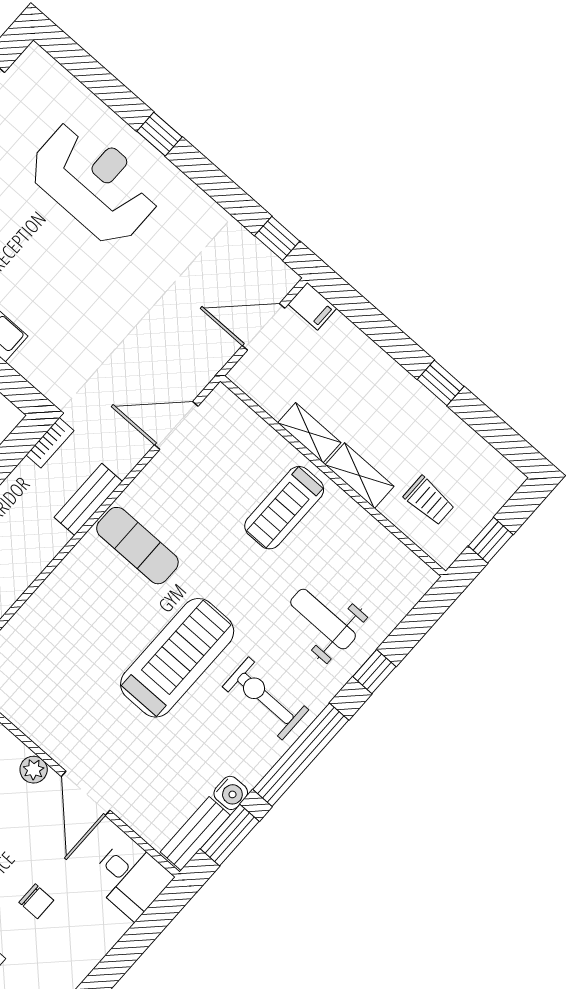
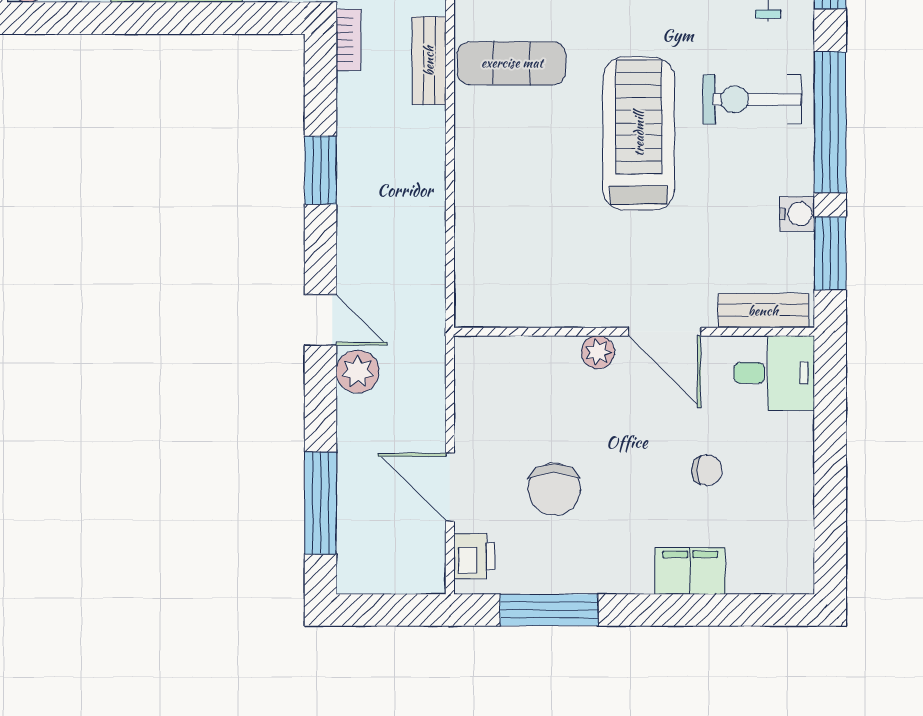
bench: (195, 833) -> (763, 311), moved, turned 90

